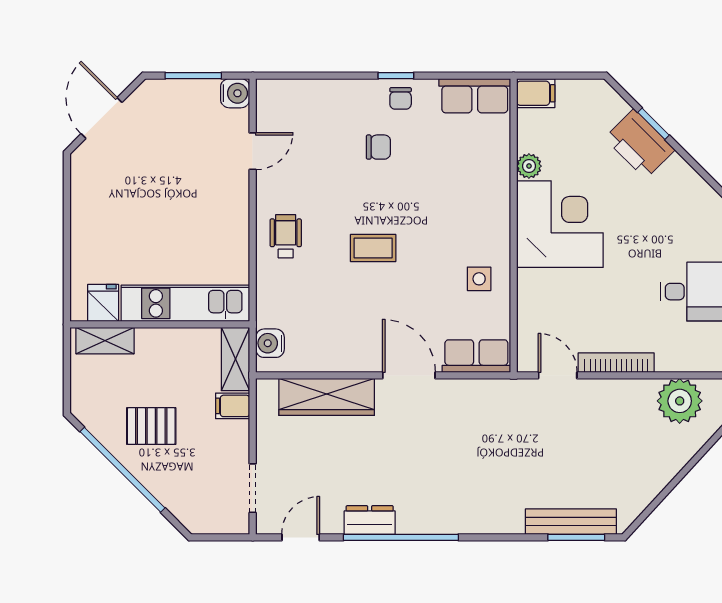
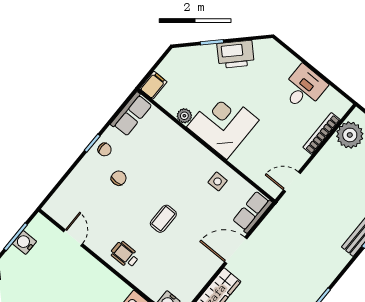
water cooler: (235, 93) -> (24, 242), moved, turned -90
printer: (640, 144) -> (236, 54), moved
bookcase: (616, 363) -> (322, 133), moved

